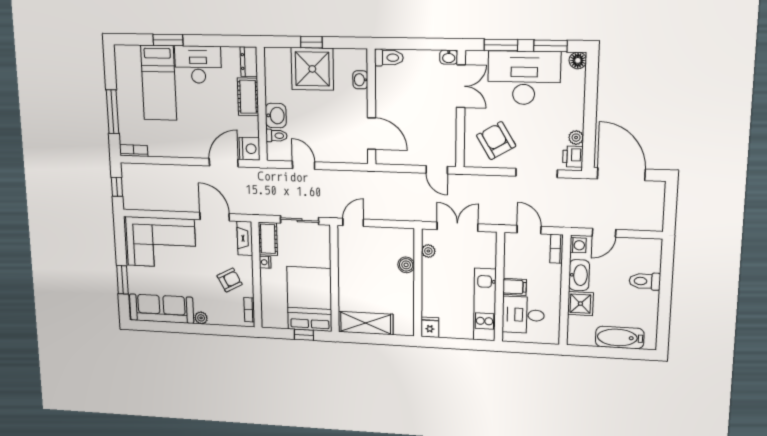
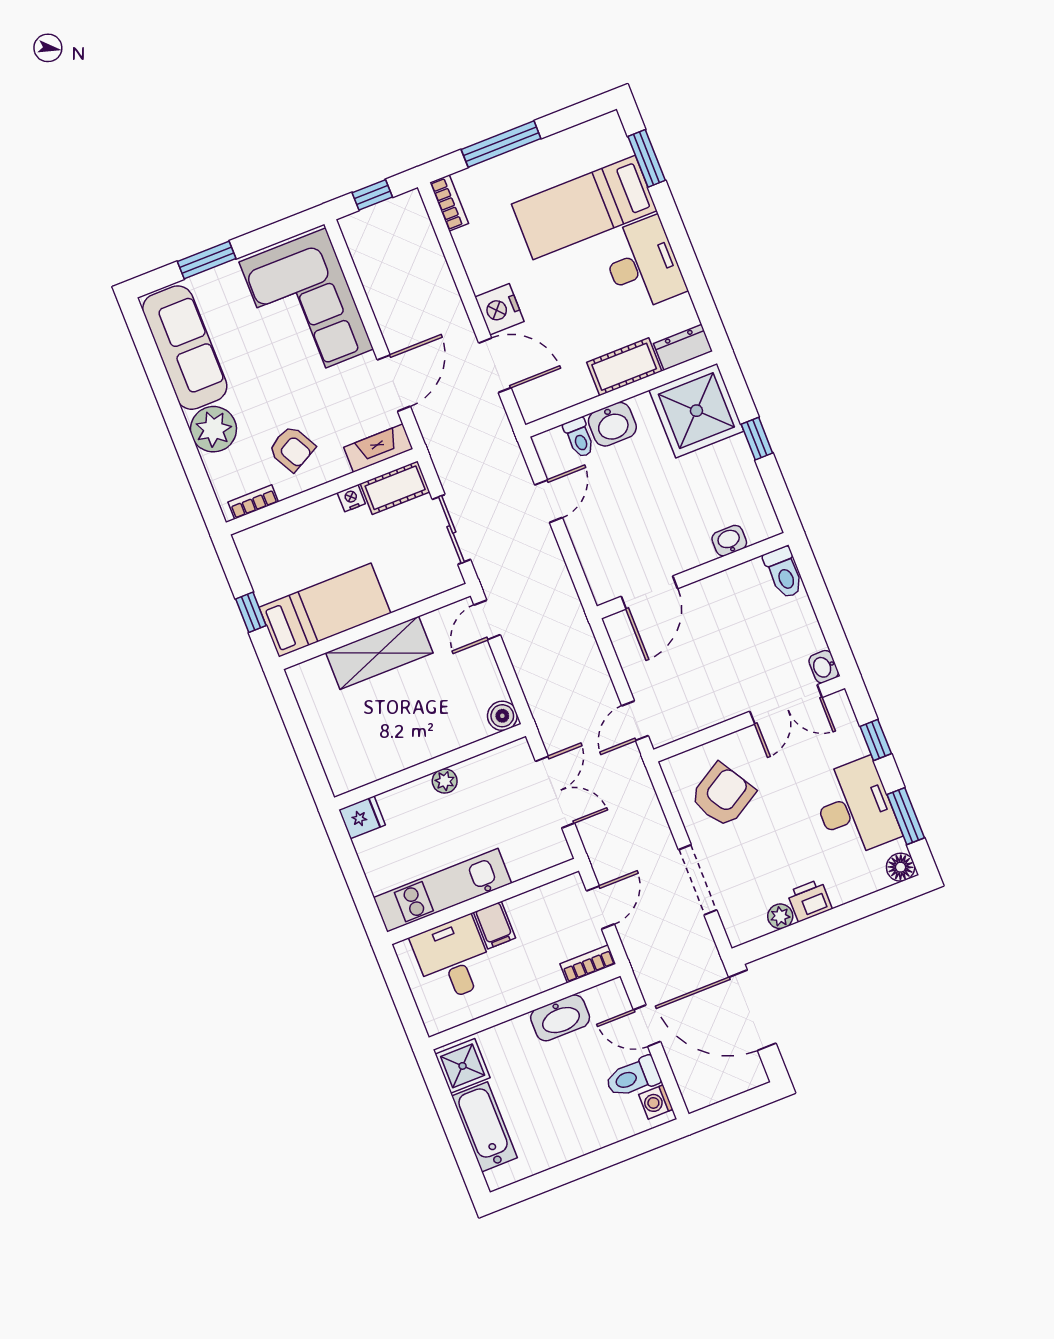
window: (168, 40) -> (647, 158), moved
window: (501, 45) -> (876, 740), width x0.67
shower: (312, 69) -> (696, 411), moved
desk: (524, 78) -> (855, 808), width x0.73, depth x0.77
nightstand: (249, 149) -> (499, 309), moved, turned 90
printer: (573, 157) -> (810, 900), moved
door: (621, 174) -> (752, 1010), swing flipped
door: (353, 222) -> (487, 620), swing flipped
washing machine: (578, 245) -> (656, 1102), moved, turned 90
plant: (428, 251) -> (445, 781), moved
boiler: (406, 265) -> (502, 716), moved
toilet: (645, 281) -> (633, 1077), moved, turned -90
bed: (309, 299) -> (325, 610), width x0.67
shower: (580, 304) -> (463, 1066), moved
plant: (201, 318) -> (213, 429), width x1.88, depth x1.88
shelving: (366, 323) -> (379, 653), moved, turned 90

